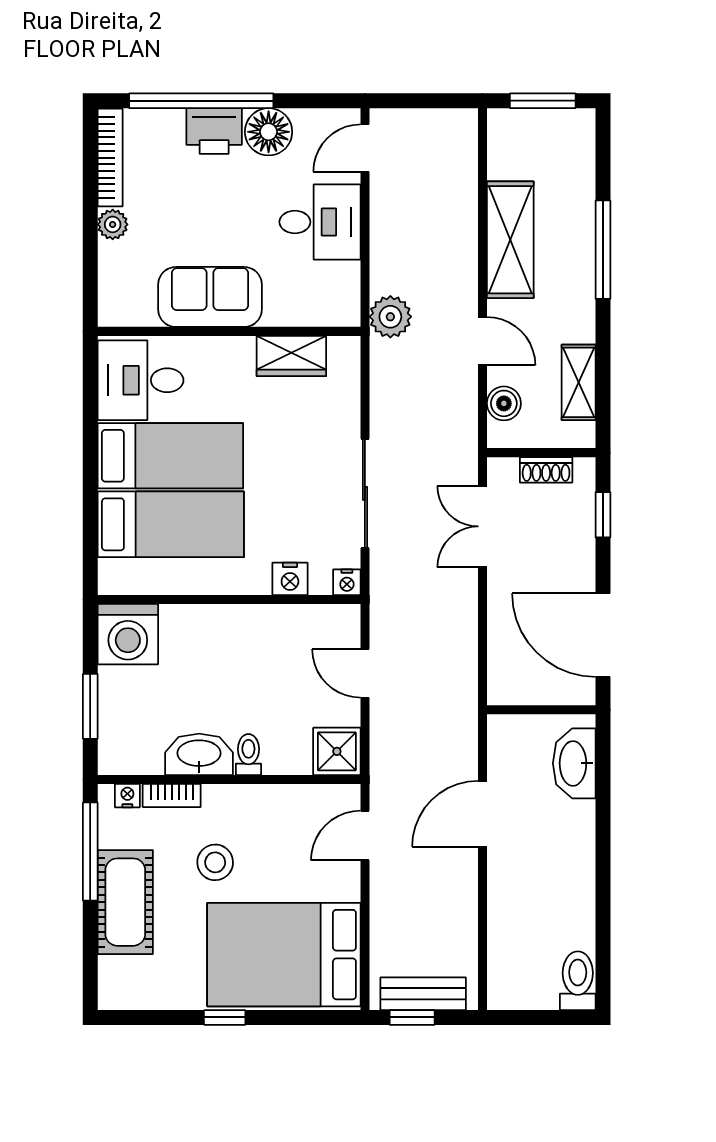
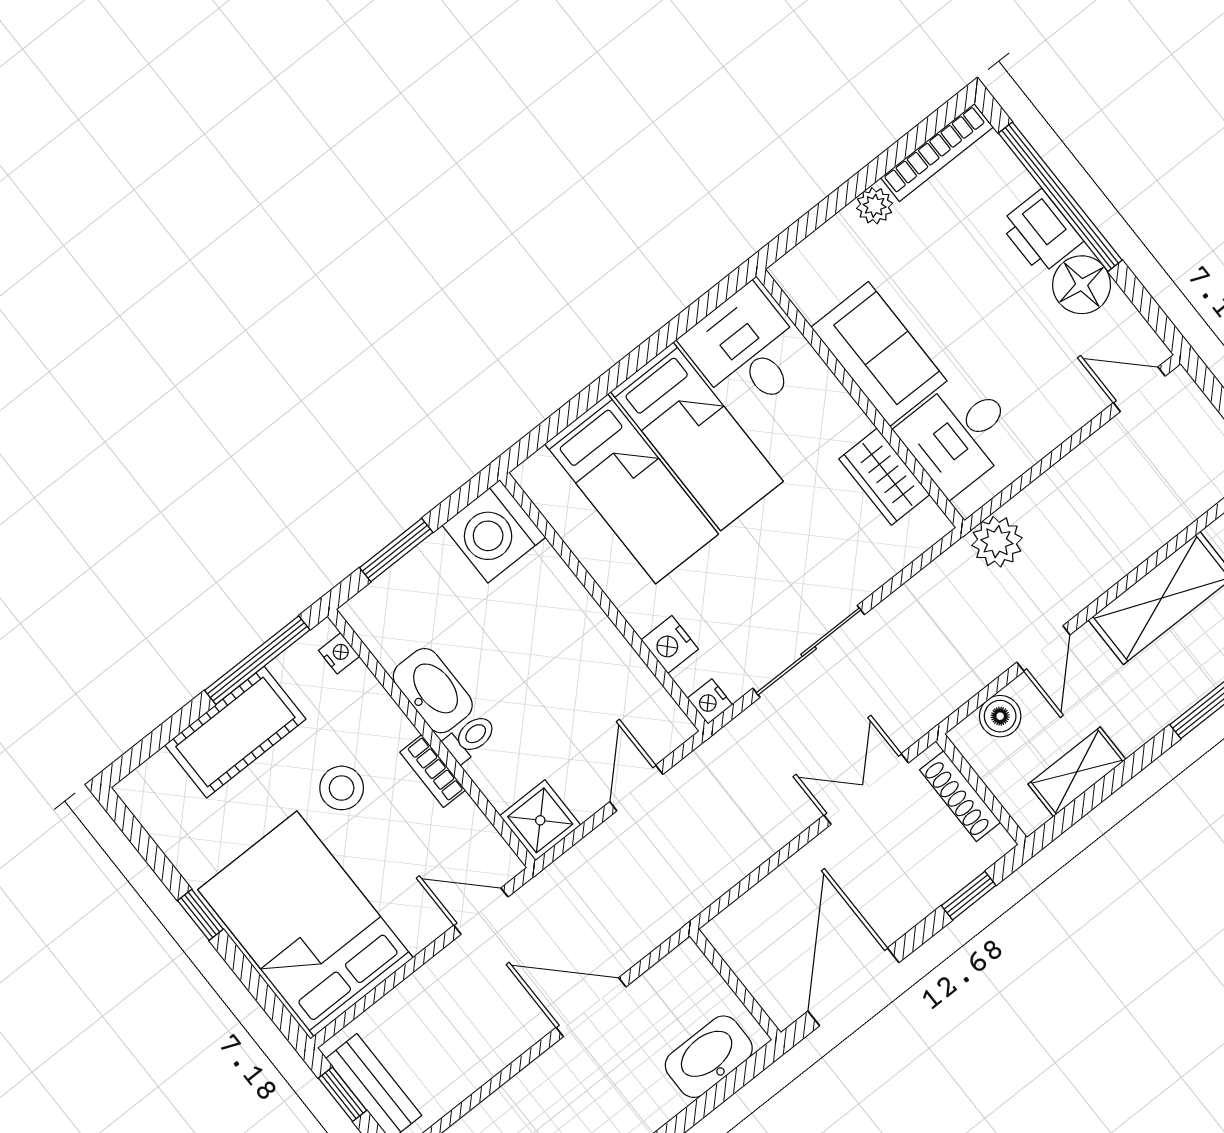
desk: (320, 222) -> (959, 435), moved, turned 90
shoe rack: (546, 470) -> (960, 796), width x1.43
bookcase: (172, 795) -> (433, 771), moved

